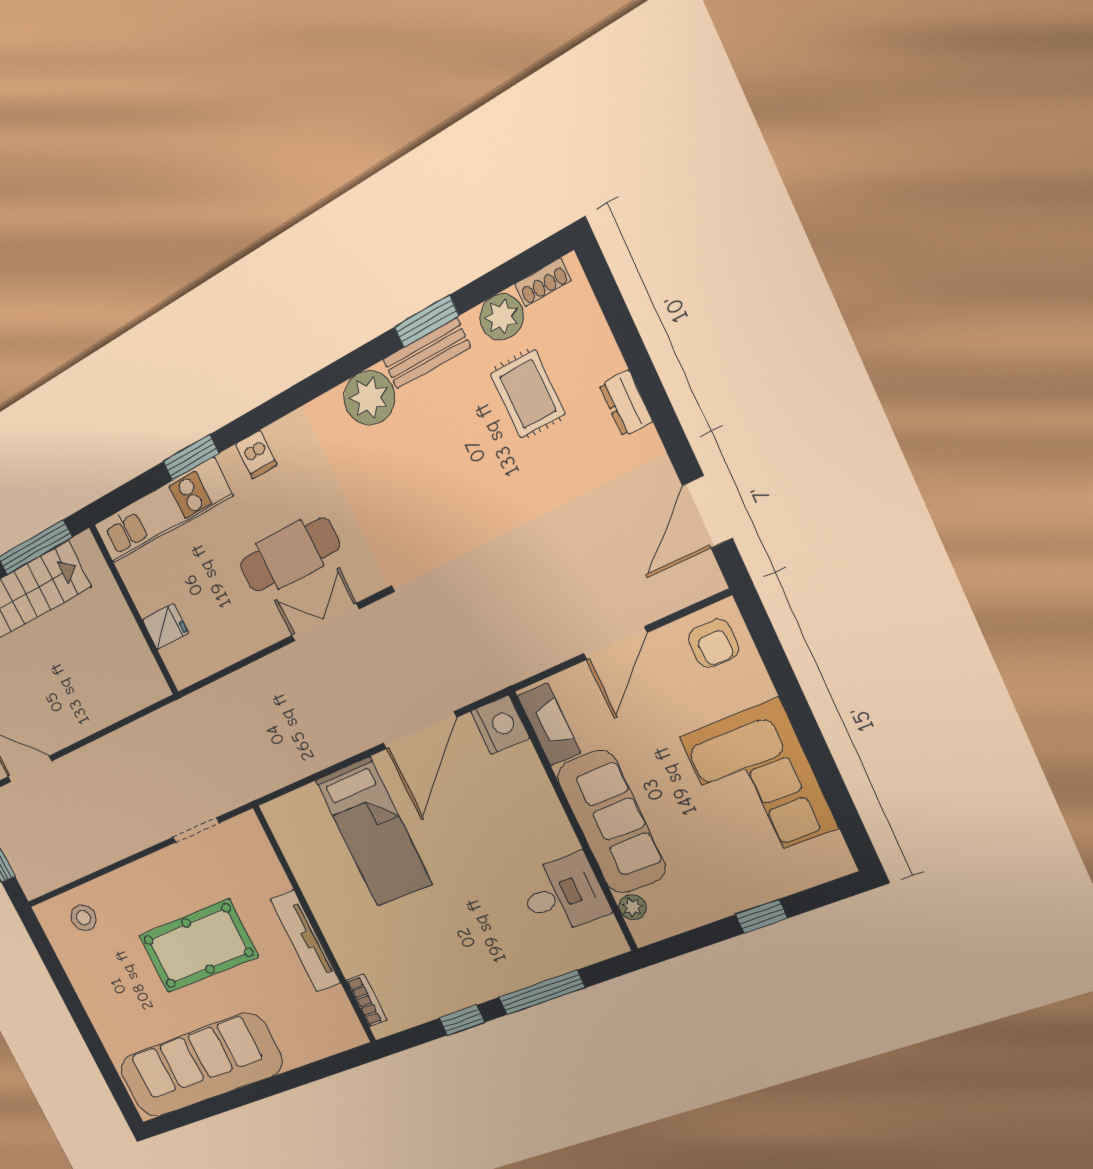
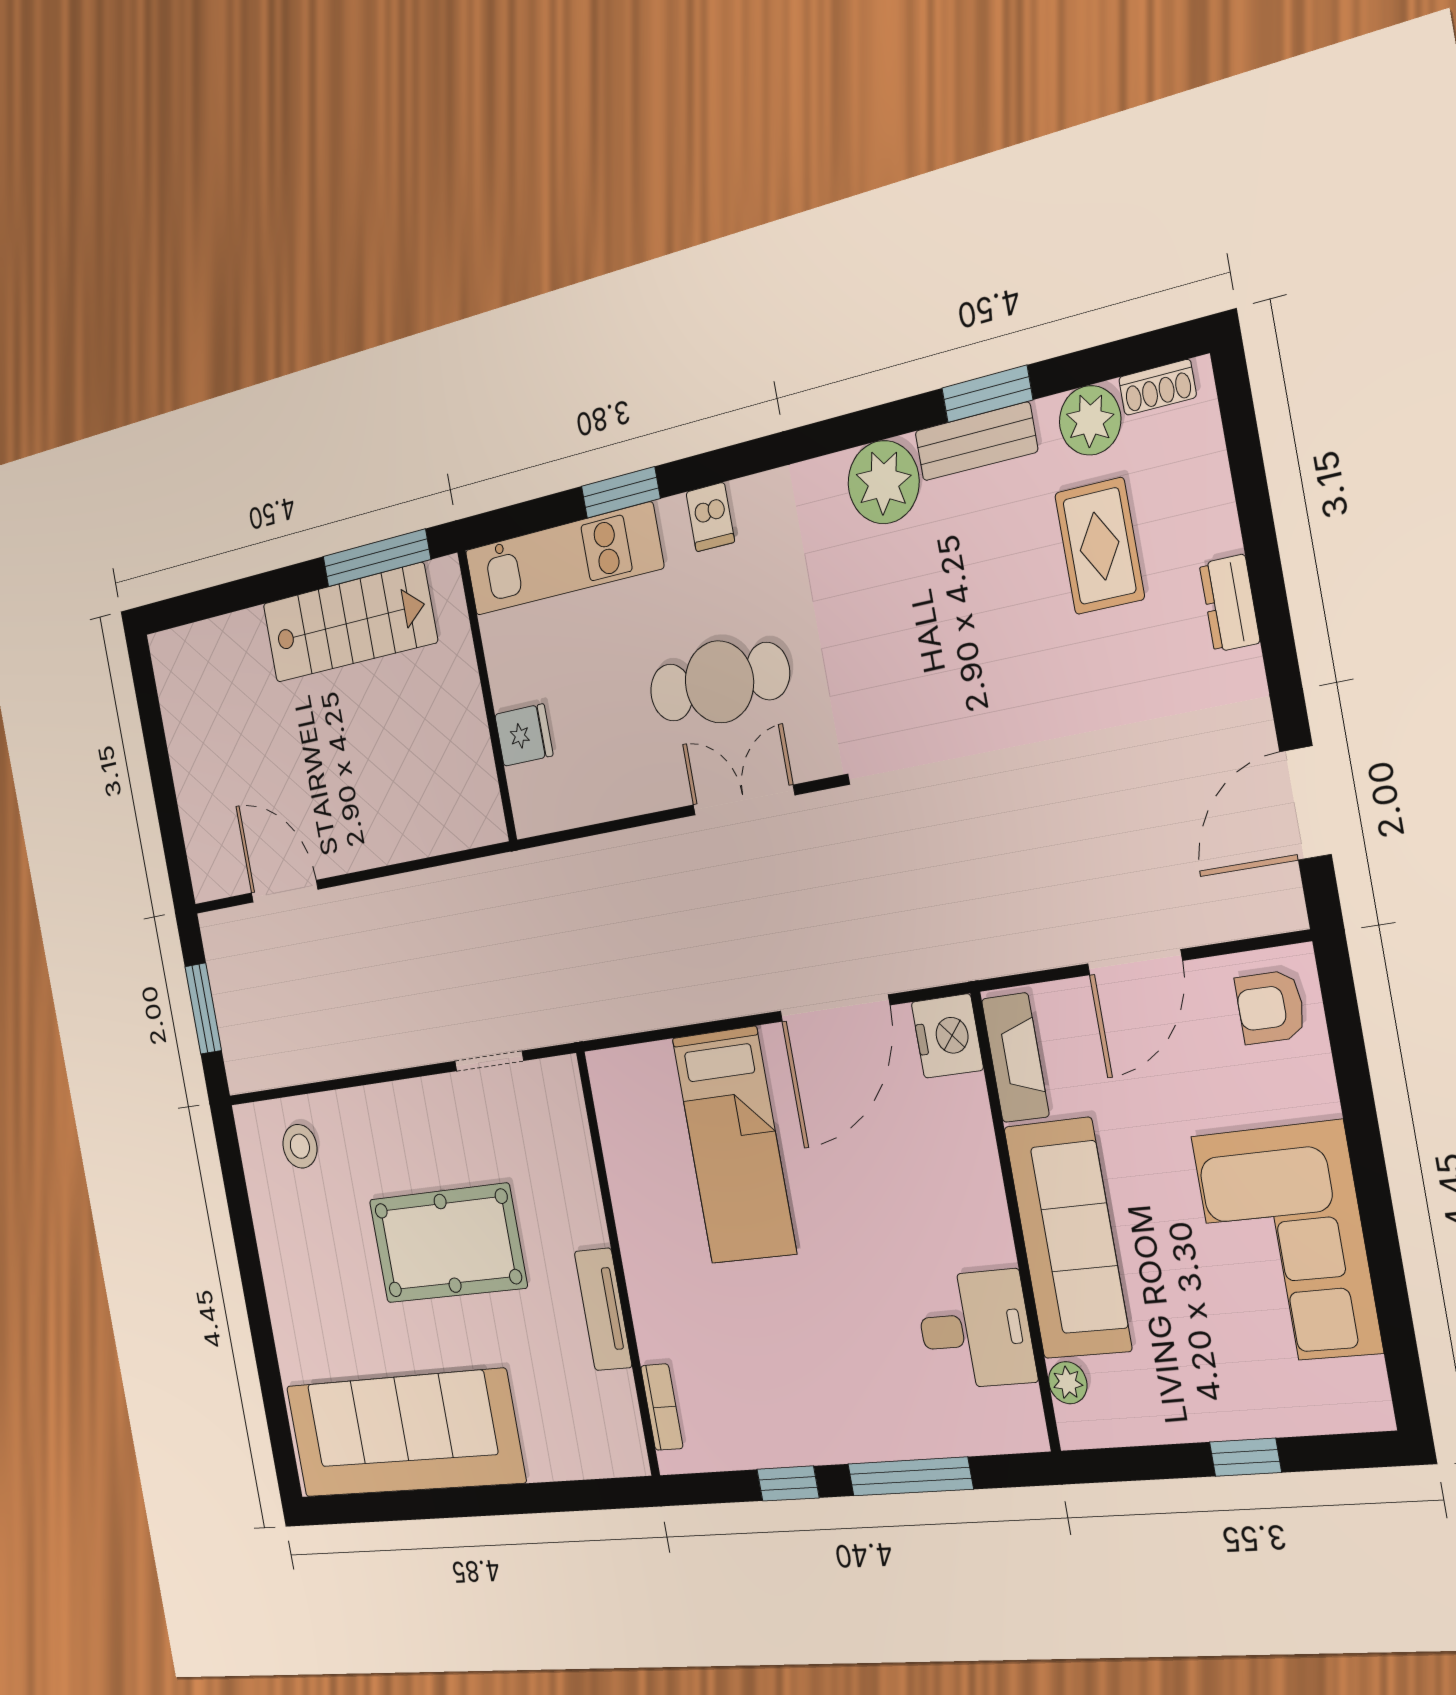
armchair: (713, 643) -> (1270, 1007), turned 90
tv unit: (305, 941) -> (603, 1309), width x0.71

